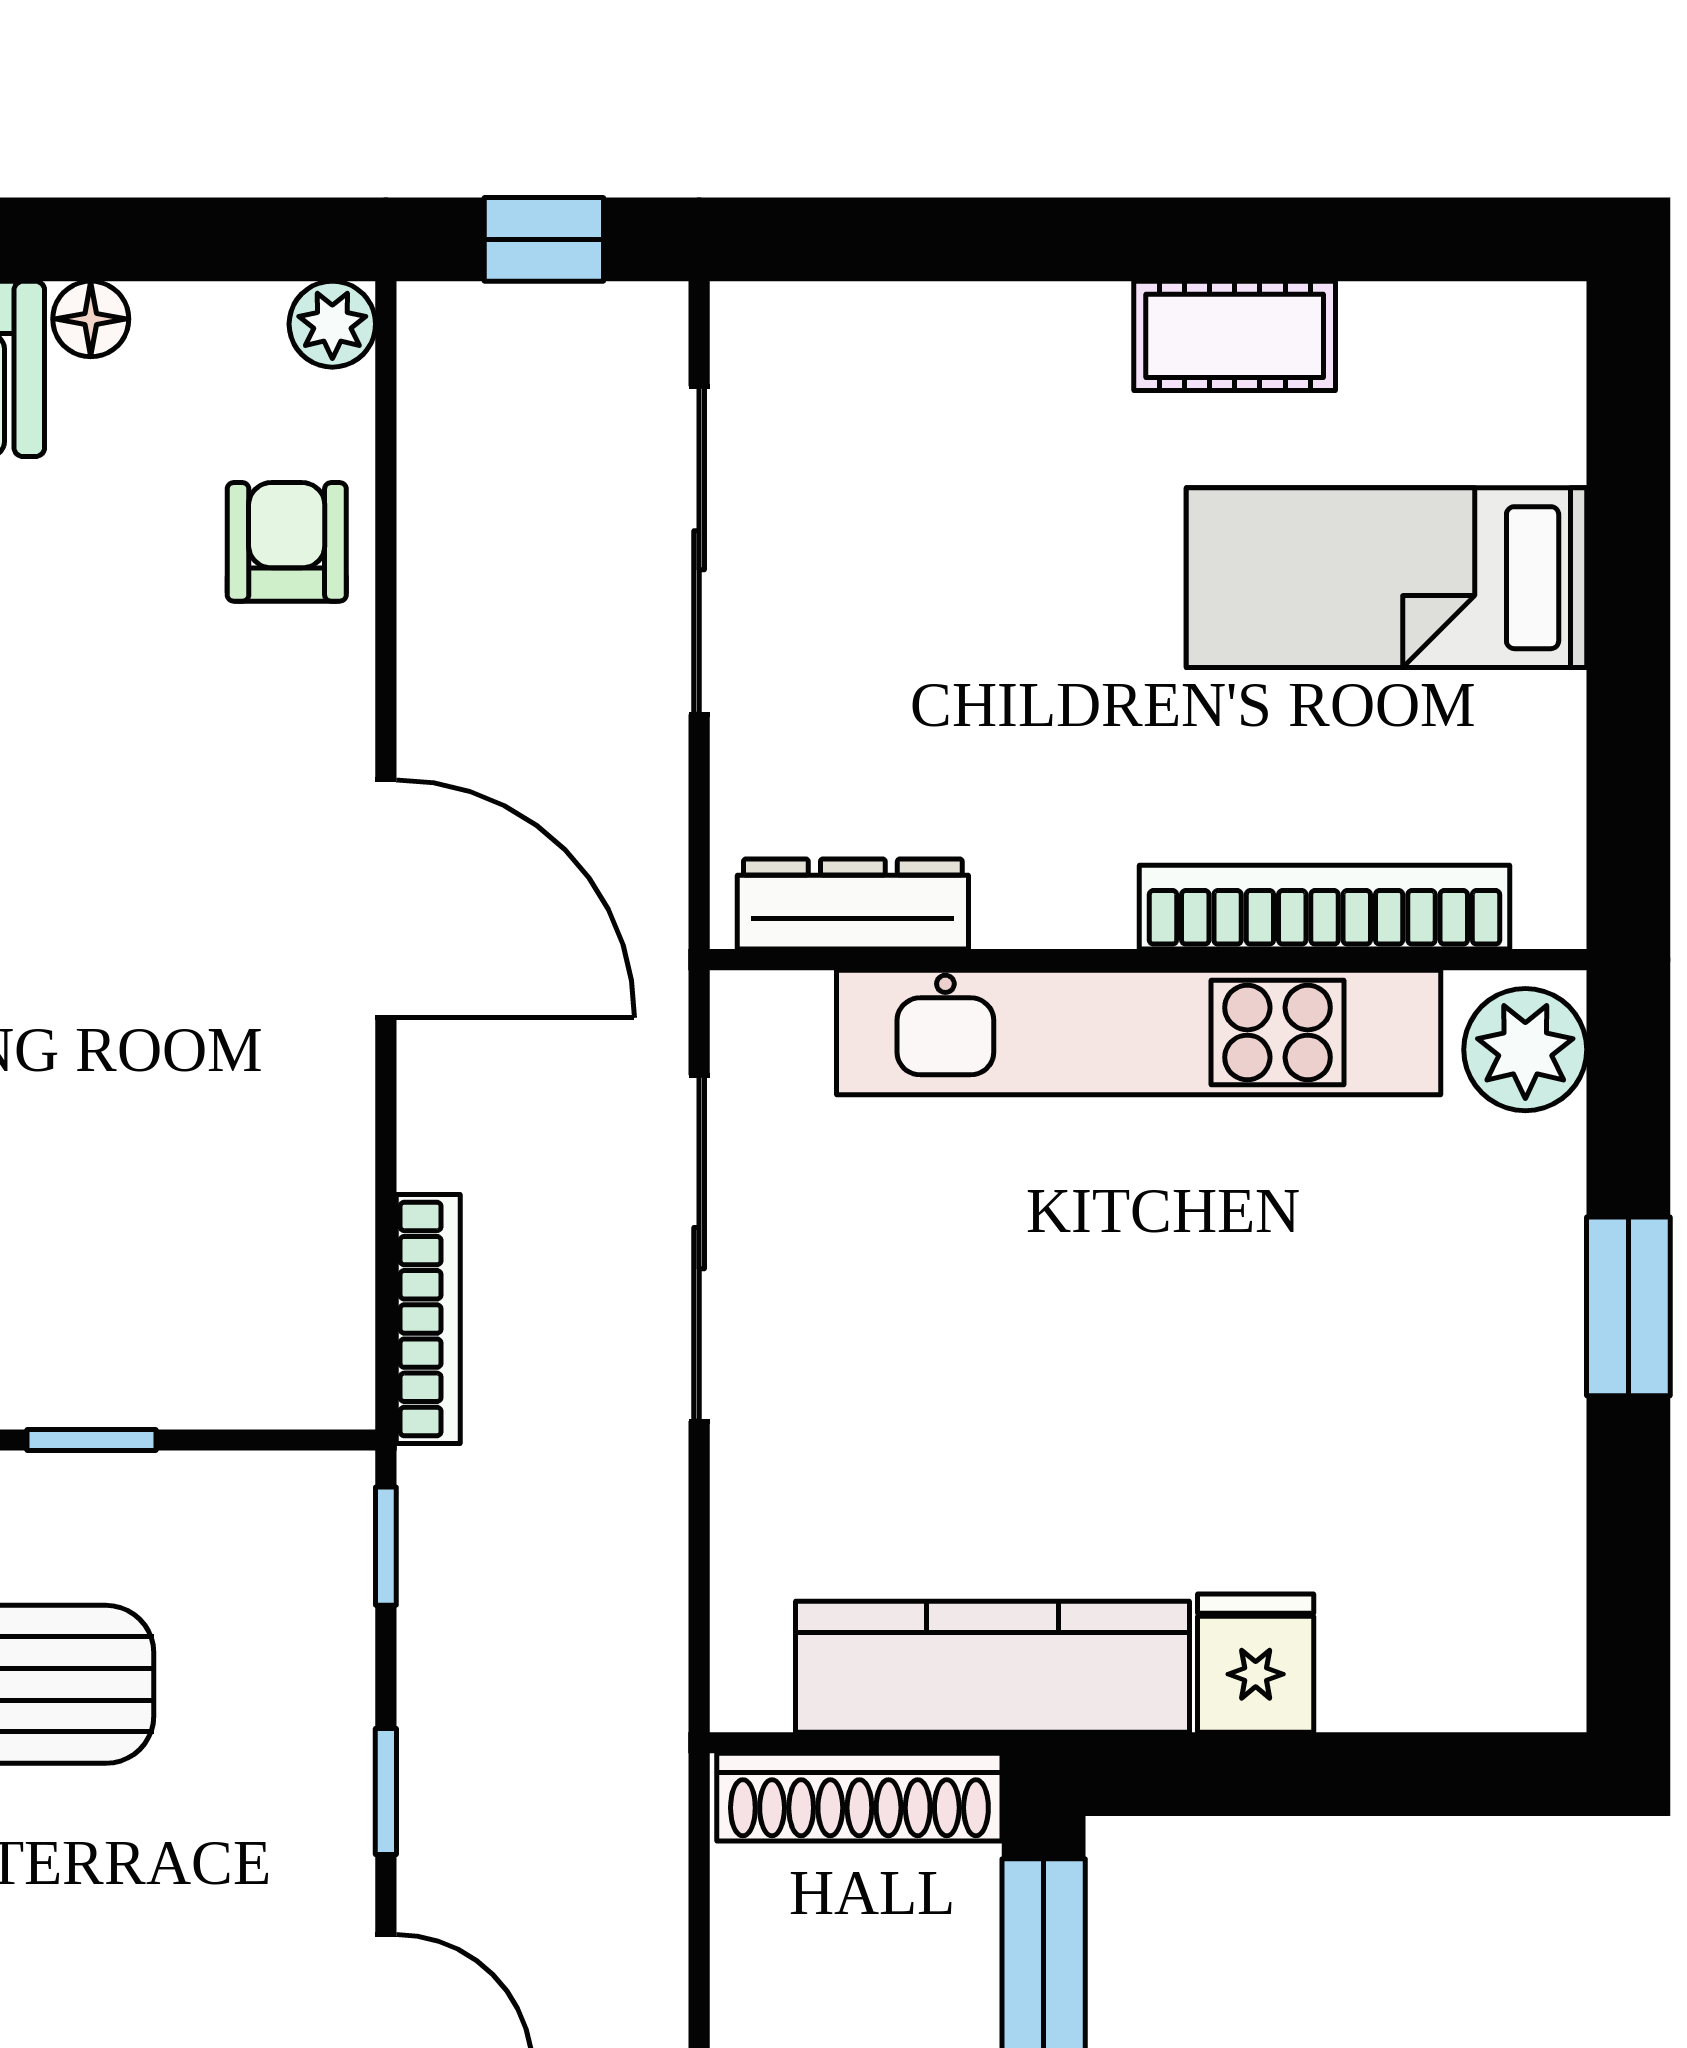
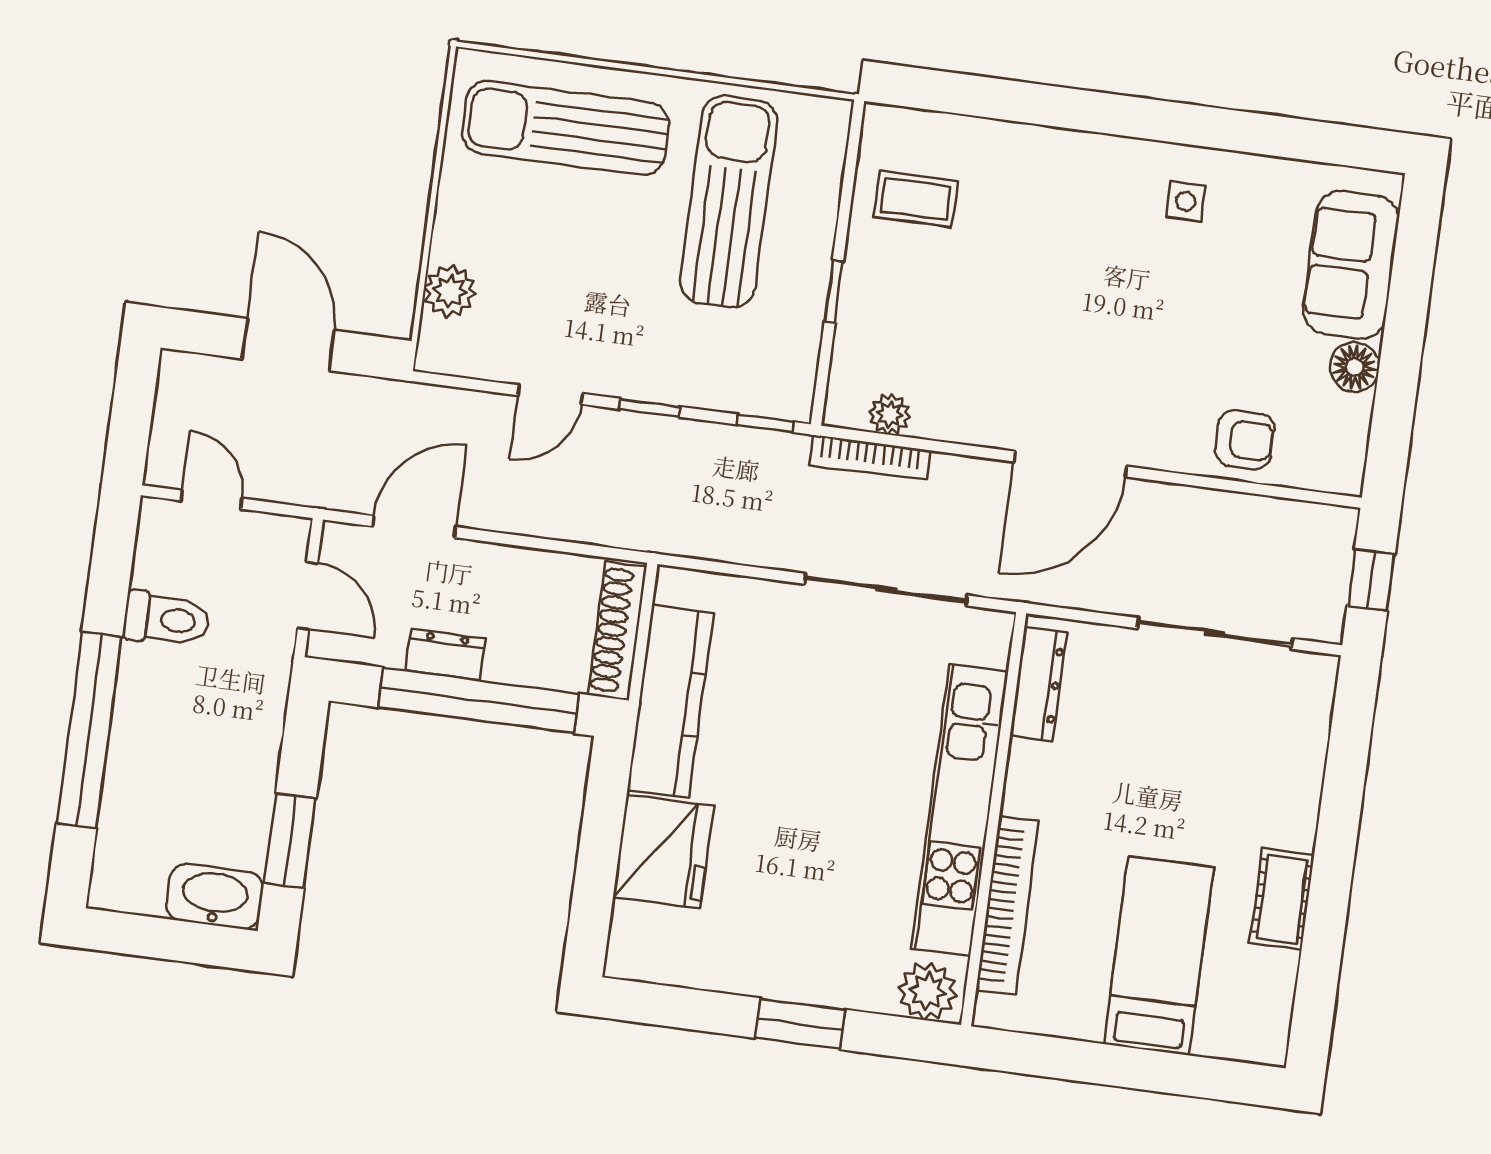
floor lamp: (91, 319) -> (1354, 367), width x1.37, depth x1.37
plant: (332, 324) -> (890, 414), moved
fridge: (1256, 1663) -> (663, 851), width x1.88, depth x1.34

